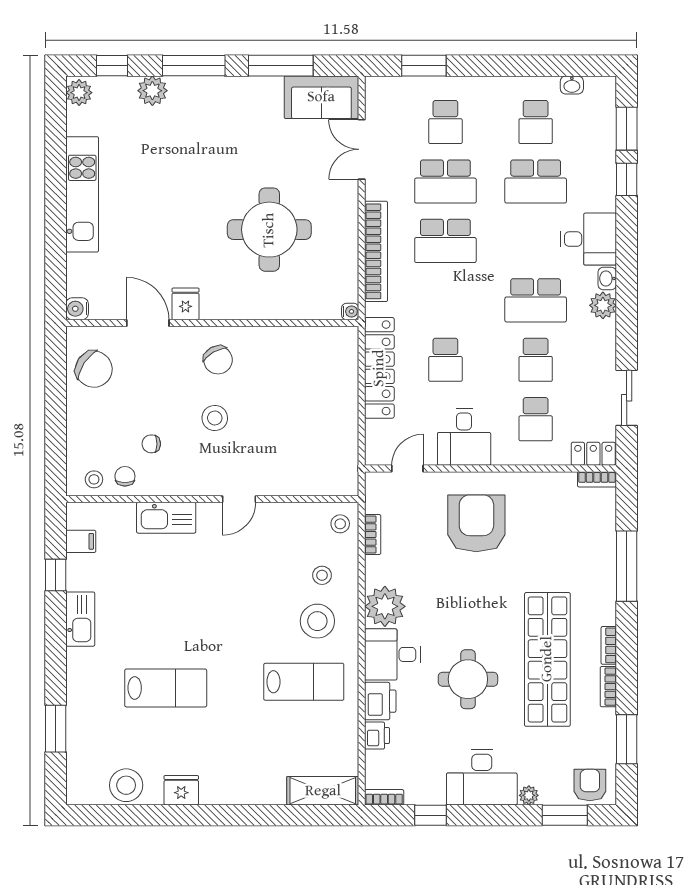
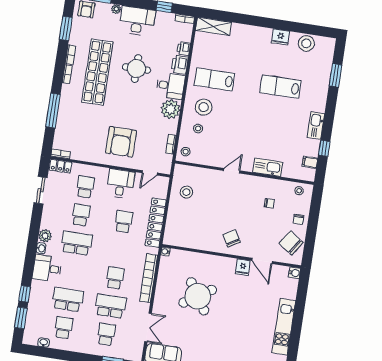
round table: (269, 230) -> (198, 296), turned -33
school desk: (445, 241) -> (115, 278), width x0.54
stool: (215, 418) -> (186, 192), moved
chair: (125, 476) -> (299, 219), moved

